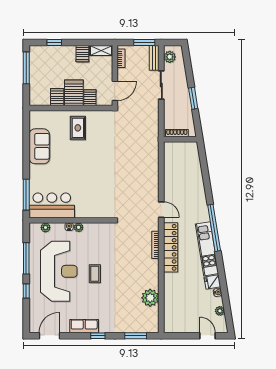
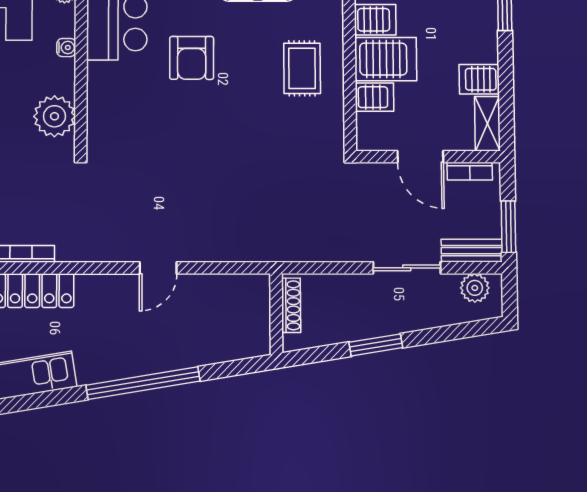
door: (115, 91) -> (420, 157), moved
rug: (78, 128) -> (302, 68), turned 90
armchair: (73, 174) -> (192, 58), added
door: (161, 210) -> (158, 268), moved
plant: (79, 227) -> (54, 116), moved, width x1.88, depth x1.88
window: (214, 228) -> (143, 383), moved

